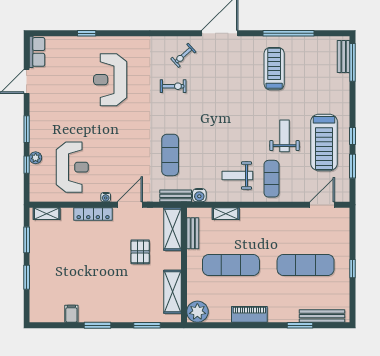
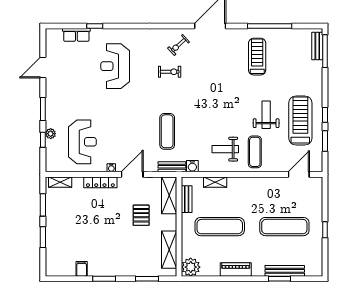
row of seats: (37, 52) -> (76, 35), moved, turned 90
treadmill: (324, 142) -> (300, 121), turned 180
bench: (322, 316) -> (285, 271), moved

